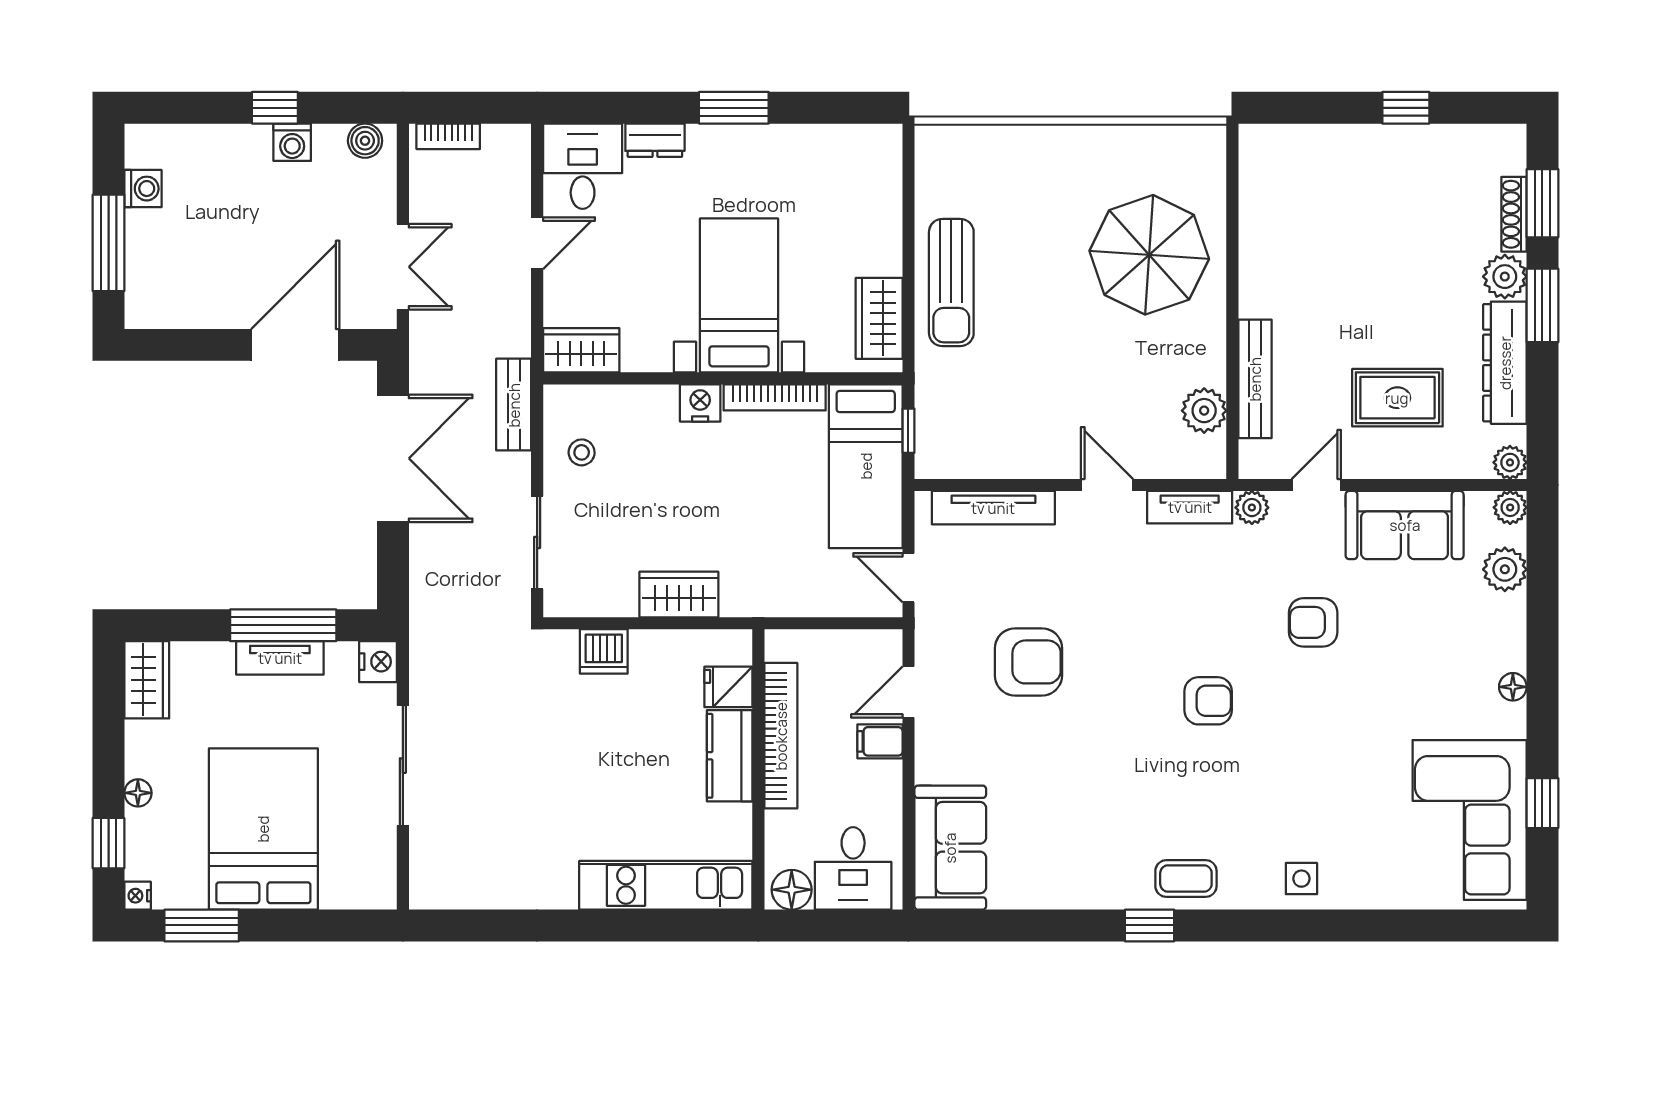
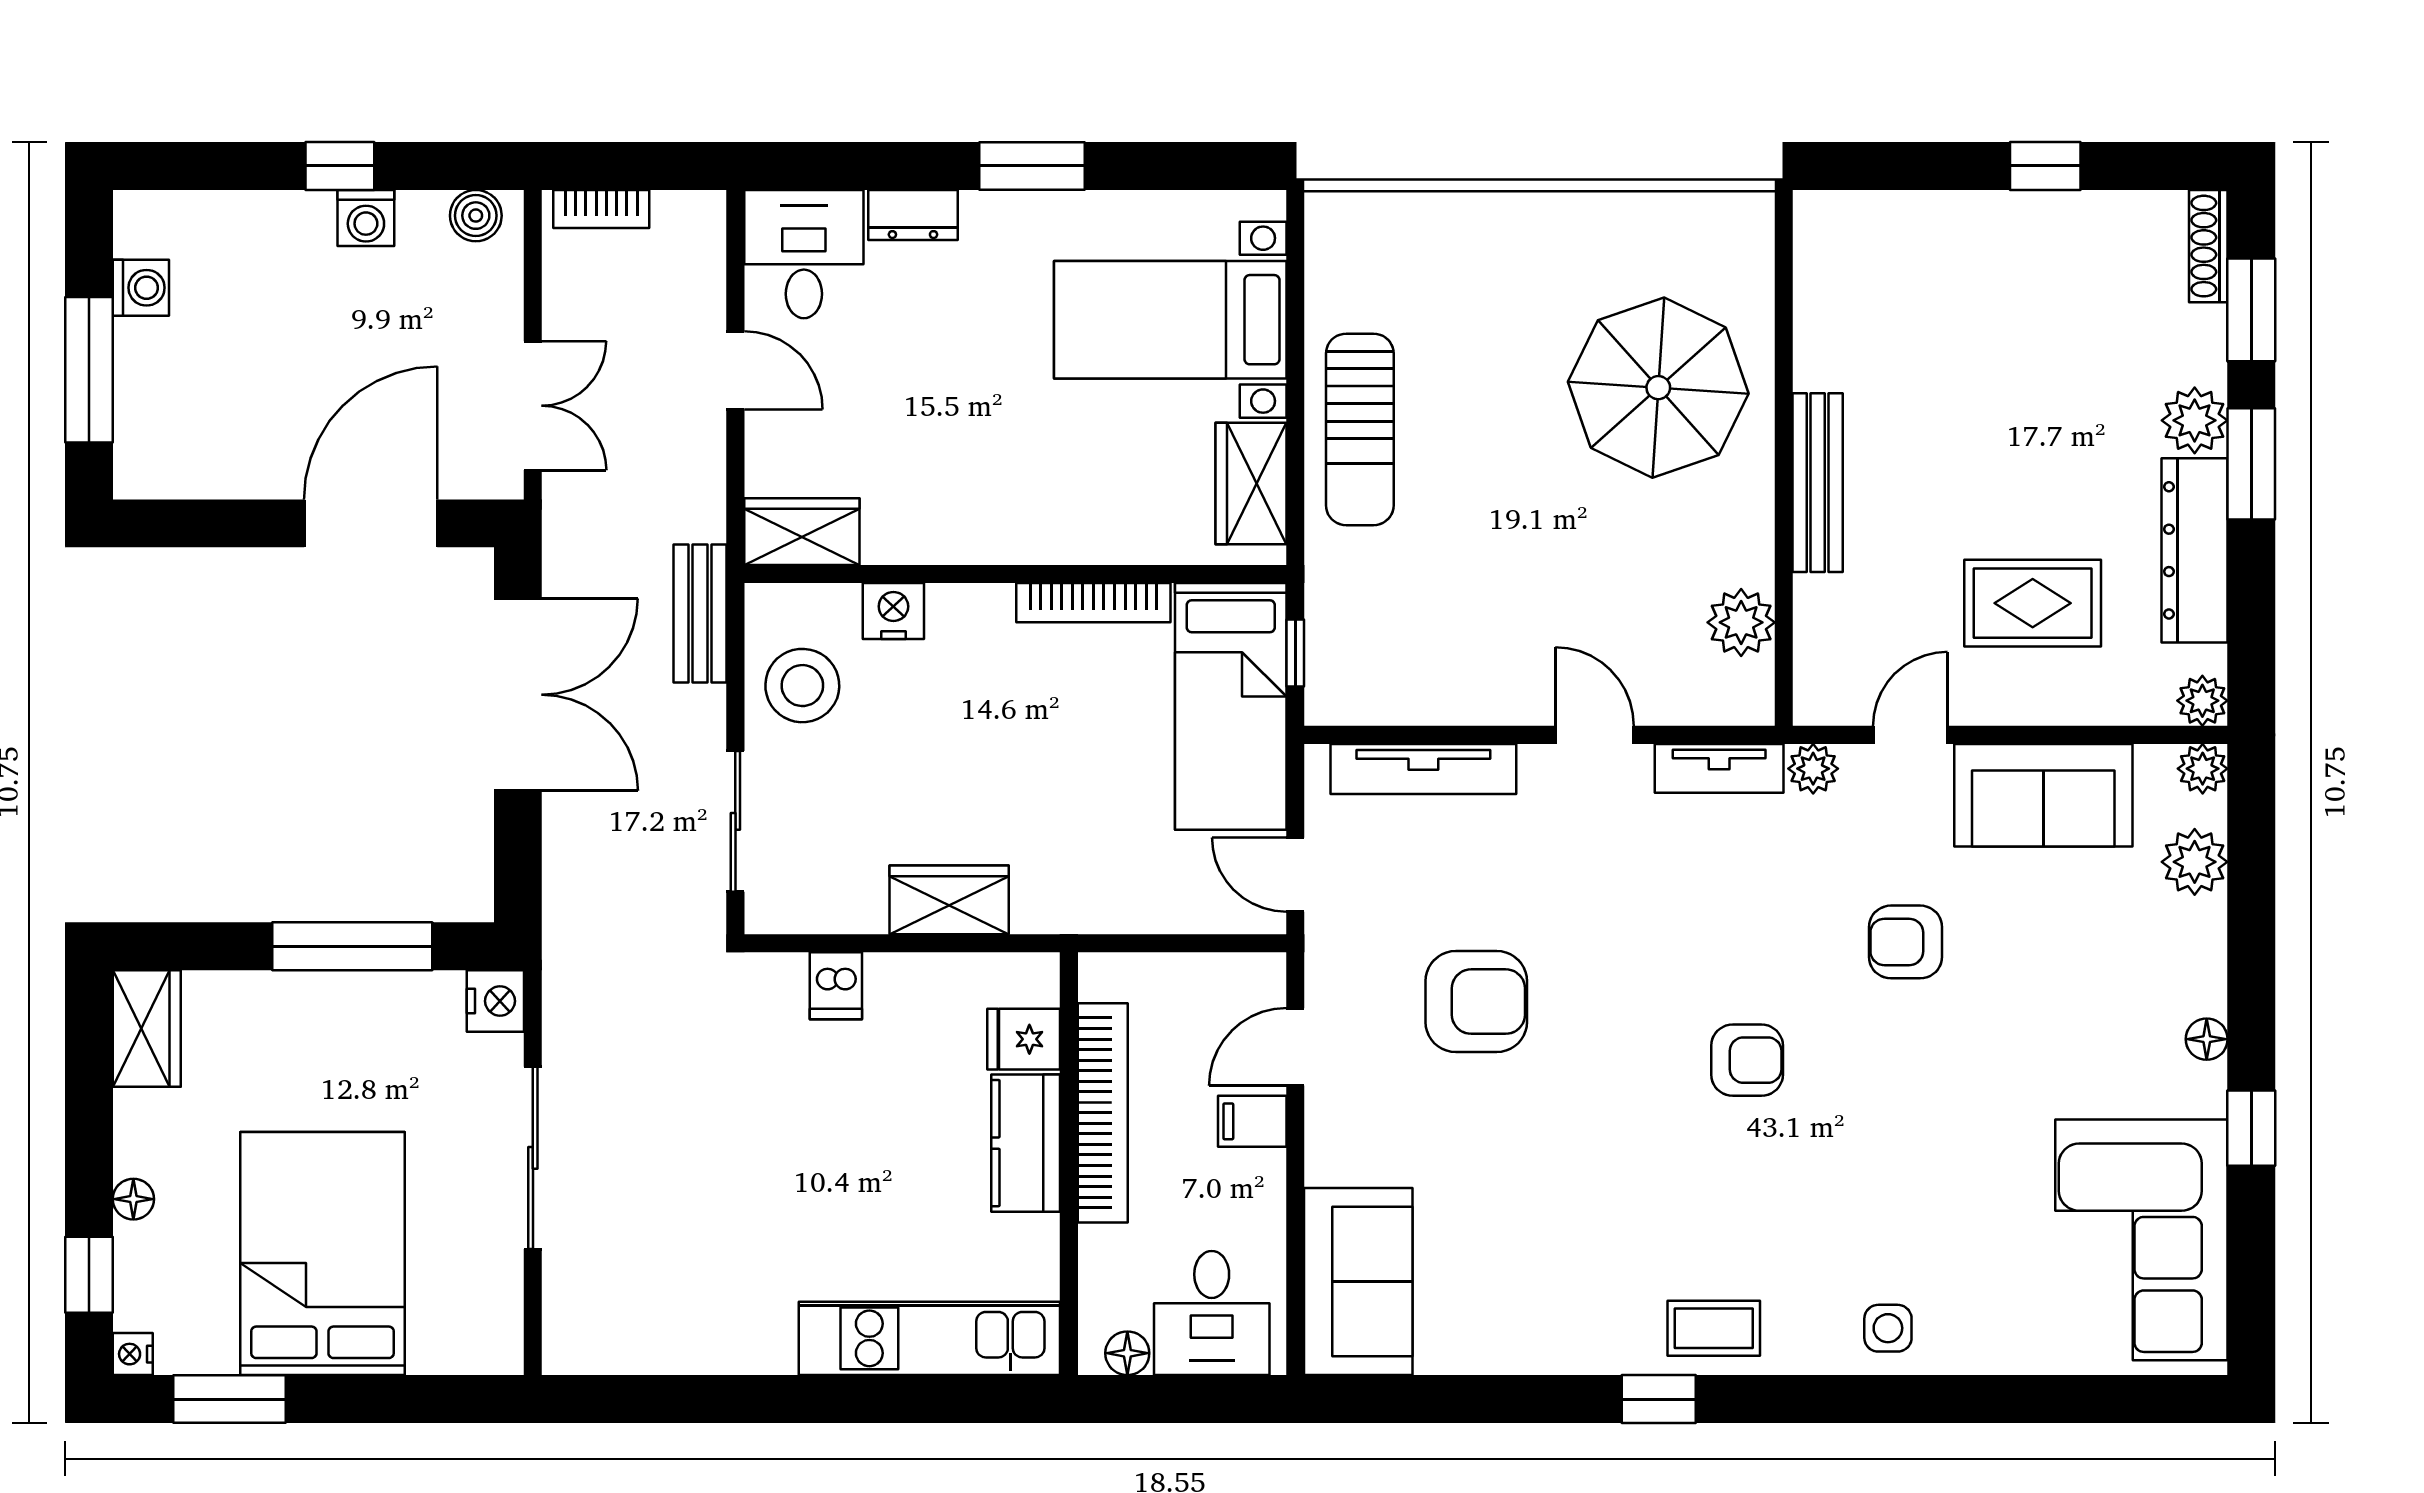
shoe rack: (1514, 214) -> (2208, 246), moved
door: (537, 243) -> (735, 370), hinge flipped
bed with nightstands: (739, 295) -> (1170, 320), moved, turned -90
bench: (1255, 379) -> (1818, 483), moved
nightstand: (700, 403) -> (893, 611), moved
stool: (582, 452) -> (802, 686), width x1.89, depth x1.89
dishwasher: (604, 651) -> (836, 986), width x0.73
tv unit: (280, 658) -> (347, 995), removed
window: (1542, 803) -> (2251, 1128), moved
floor lamp: (792, 890) -> (1127, 1353), width x0.73, depth x0.73

